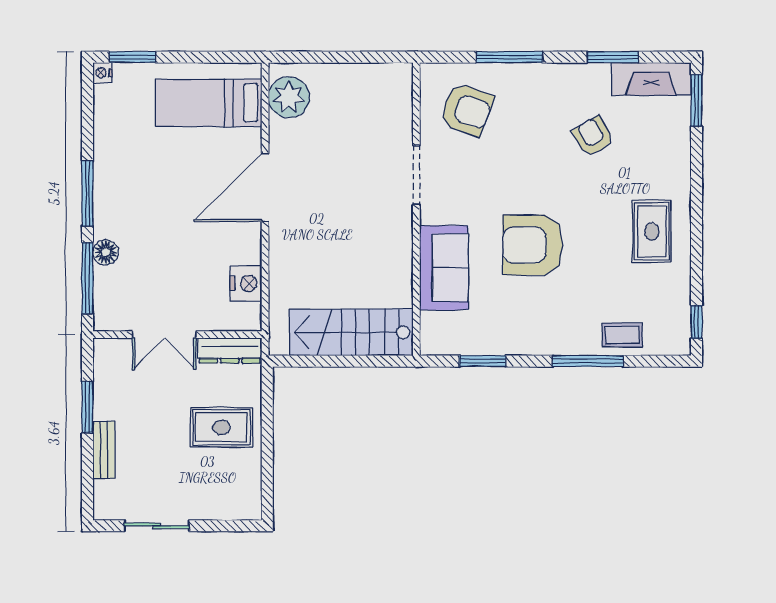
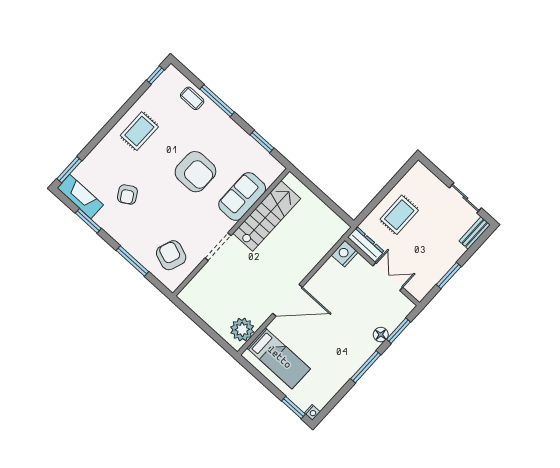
window: (87, 278) -> (399, 331), width x0.69
nightstand: (246, 283) -> (345, 254), moved
stairs: (351, 332) -> (267, 216), moved, turned -90
rug: (221, 427) -> (399, 215), turned 90
bench: (104, 450) -> (475, 233), moved

